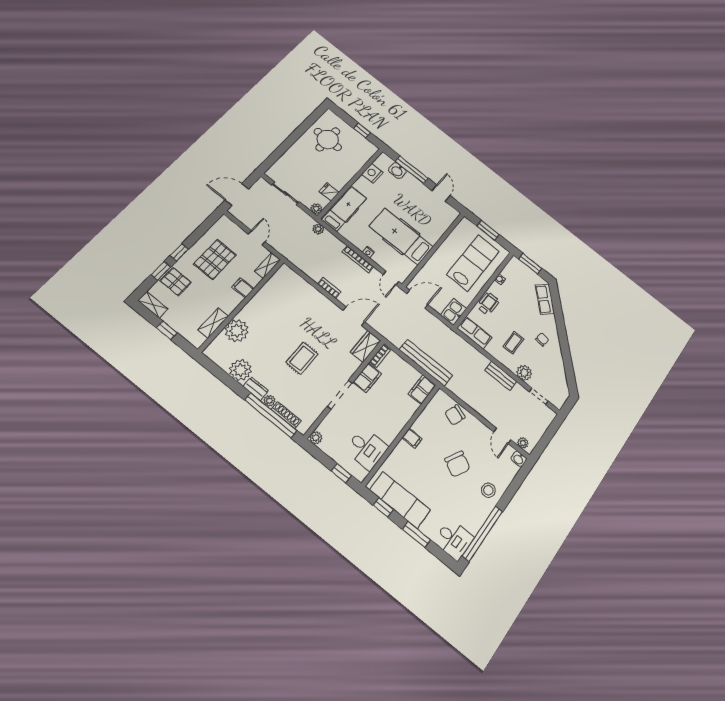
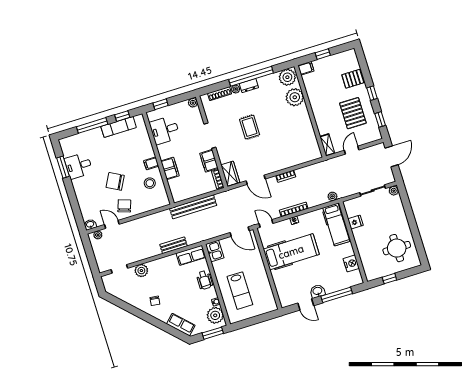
washbasin: (397, 171) -> (318, 291), moved
plant: (316, 209) -> (394, 191), moved
window: (488, 230) -> (257, 320), removed
door: (257, 238) -> (352, 150), swing flipped
lab bench: (473, 263) -> (240, 291), width x0.73, depth x0.72
window: (161, 271) -> (380, 119), moved
plant: (513, 272) -> (215, 315), added
filing cabinet: (243, 288) -> (306, 68), moved
door: (417, 299) -> (240, 232), hinge flipped
shelving: (153, 305) -> (346, 56), removed
door: (354, 316) -> (256, 180), hinge flipped
shelving: (213, 323) -> (309, 86), removed
coffee table: (513, 343) -> (166, 278), removed
plant: (240, 370) -> (287, 77), moved
bench: (501, 376) -> (174, 245), moved
filing cabinet: (422, 390) -> (170, 168), moved
window: (271, 415) -> (251, 76), moved
chair: (455, 415) -> (124, 206), moved
stool: (488, 490) -> (150, 183), moved
exam couch: (400, 500) -> (119, 127), width x0.73, depth x0.69
window: (416, 534) -> (92, 125), width x1.44
window: (483, 534) -> (63, 167), width x0.47
desk: (454, 539) -> (79, 166), moved

